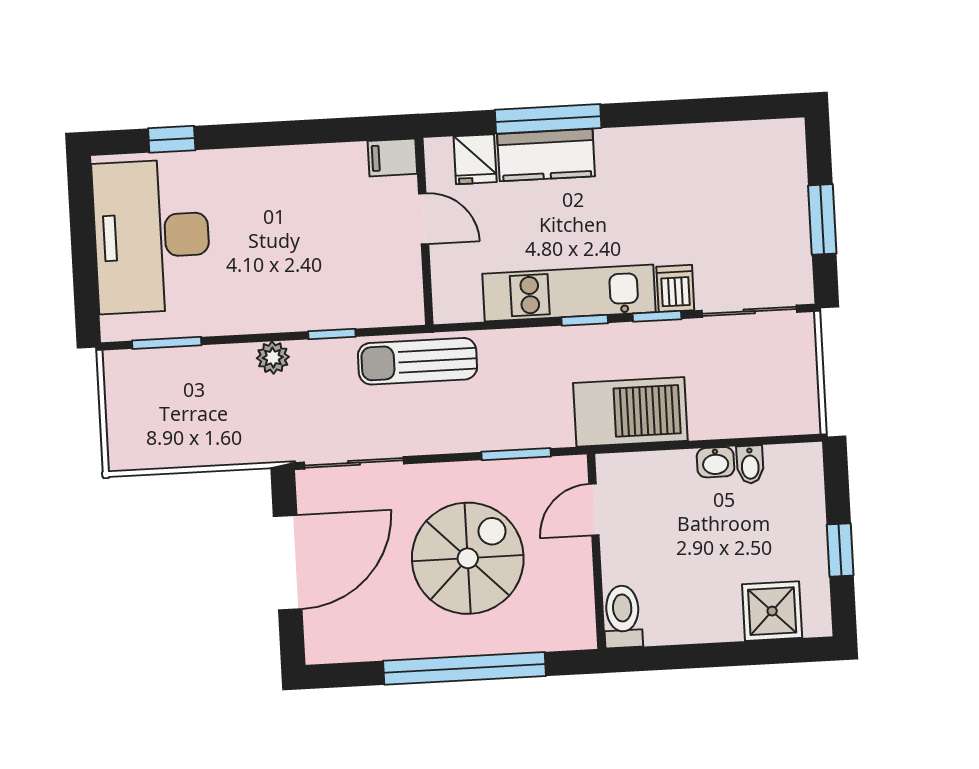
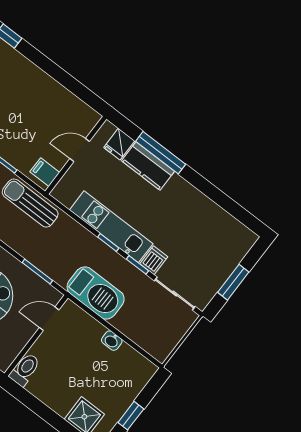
filing cabinet: (392, 157) -> (45, 172), moved
door: (424, 219) -> (80, 150), swing flipped
bidet: (750, 464) -> (124, 353), removed

